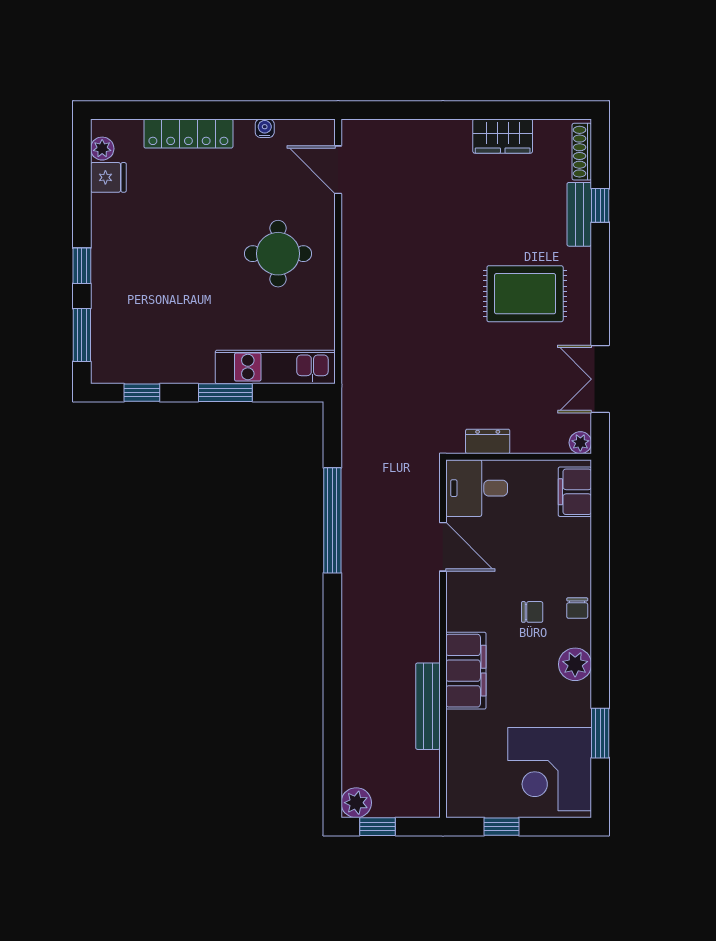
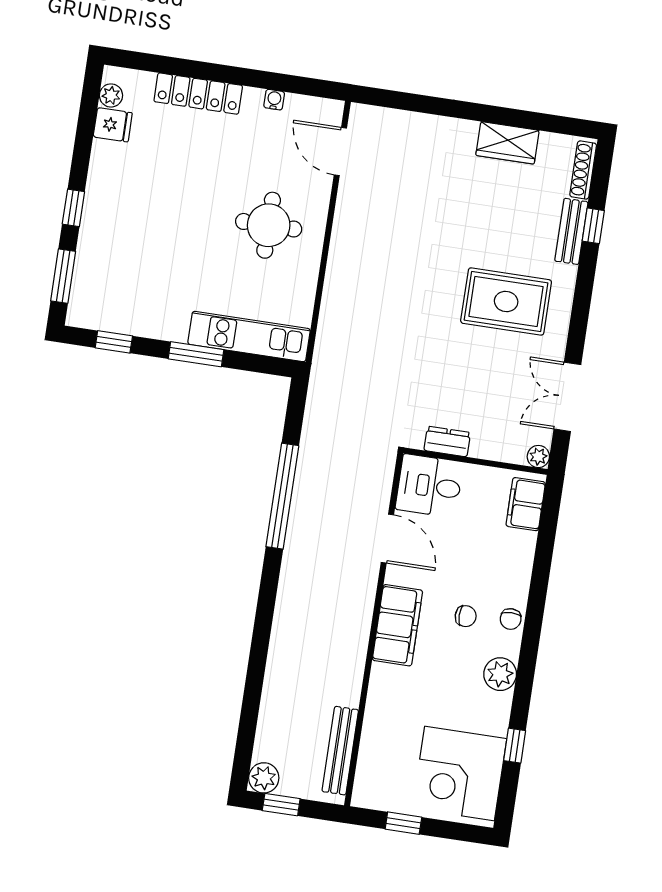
filing cabinet: (466, 671) -> (397, 625), moved
bench: (428, 706) -> (340, 751), moved
window: (600, 733) -> (515, 746), width x0.67

